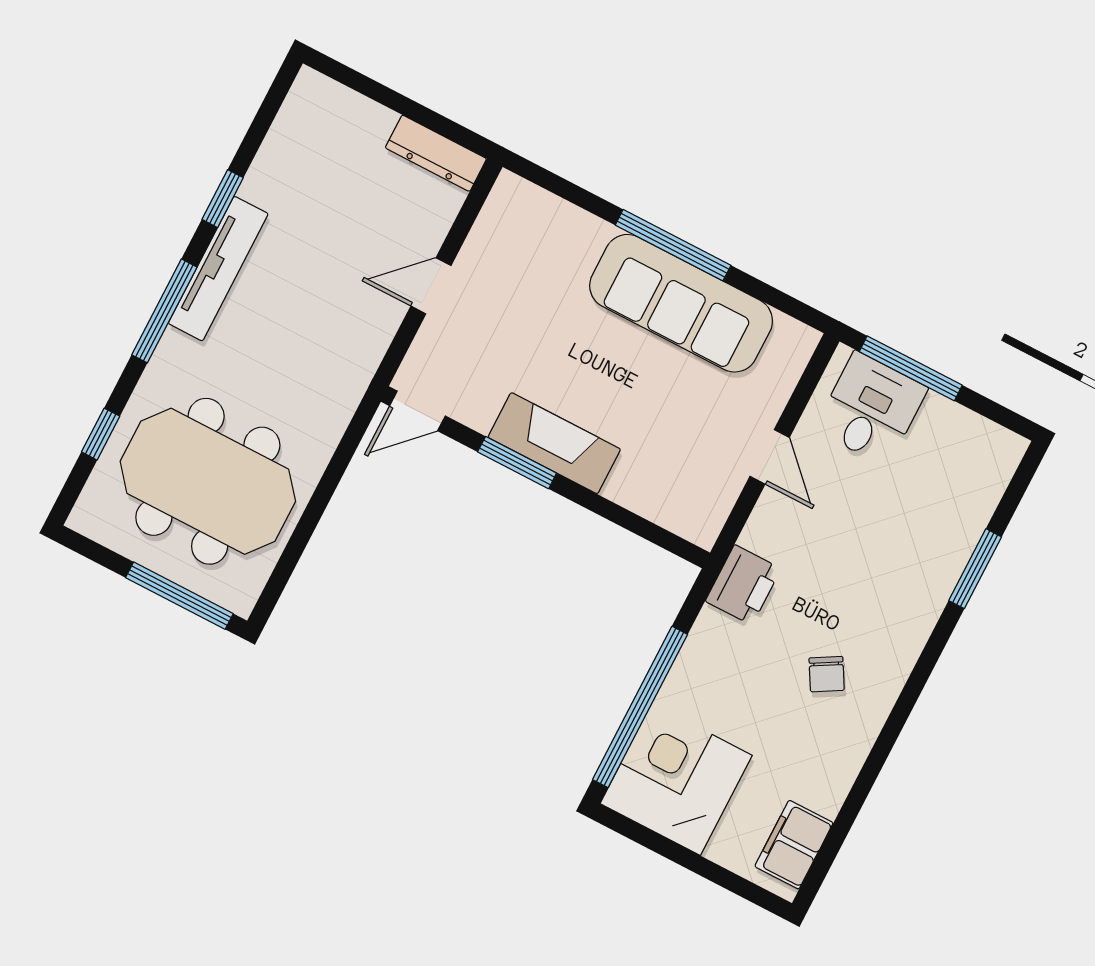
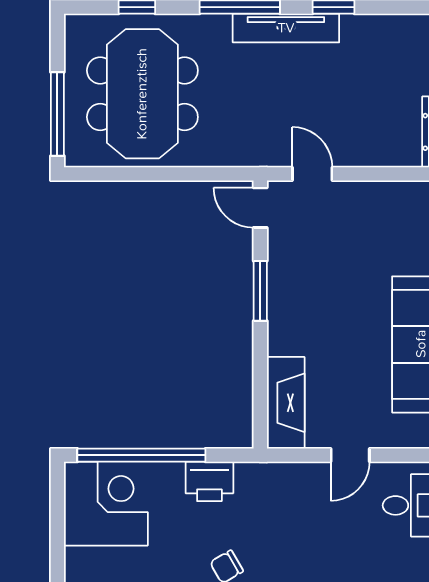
door: (431, 286) -> (312, 174), moved
fireplace: (554, 443) -> (286, 403), moved
printer: (743, 585) -> (209, 481), moved

